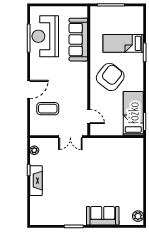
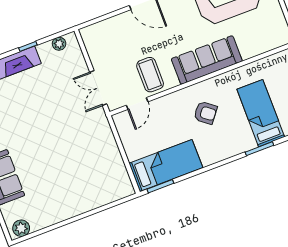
sofa: (78, 40) -> (207, 60), moved
armchair: (110, 77) -> (205, 113), width x0.53, depth x0.53
coffee table: (48, 109) -> (150, 75), moved

